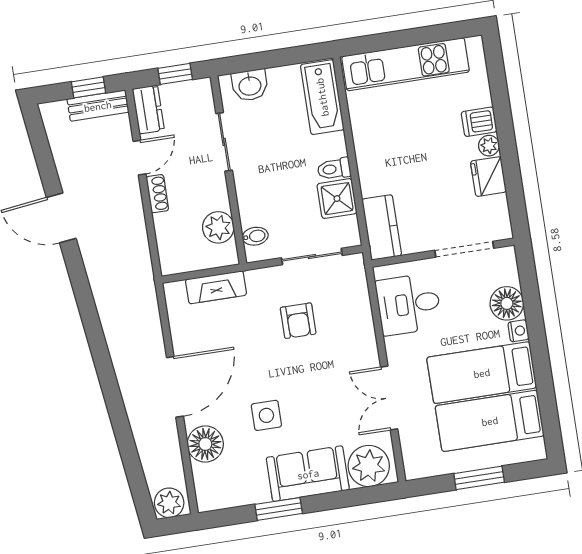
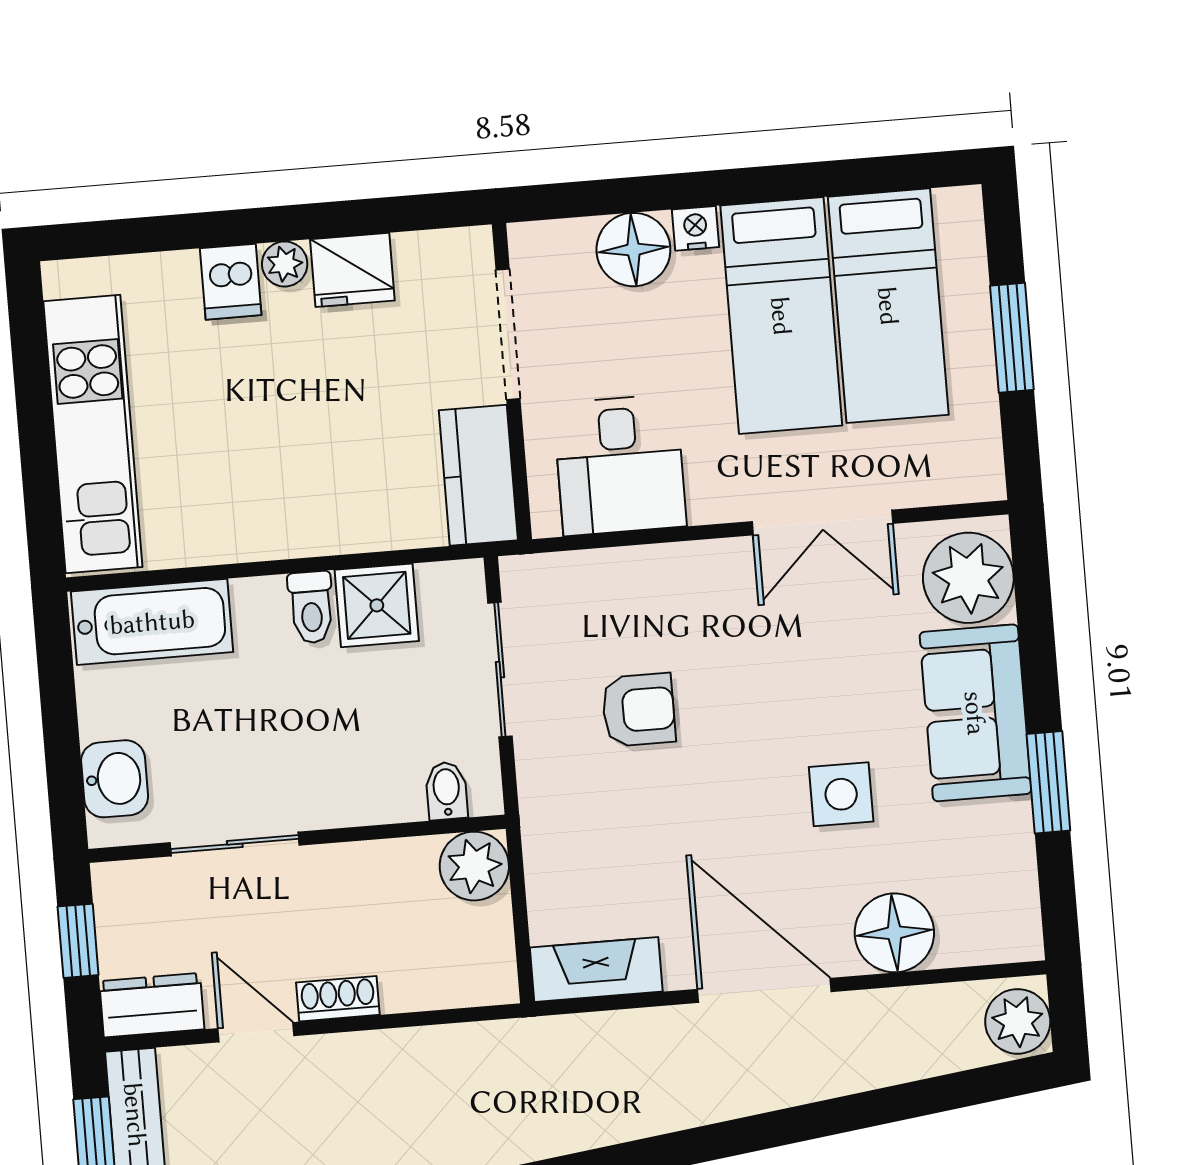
plant: (218, 227) -> (474, 866), moved
kitchen counter: (382, 227) -> (478, 475), moved, turned -90
fireplace: (216, 287) -> (596, 970), moved, turned -90

